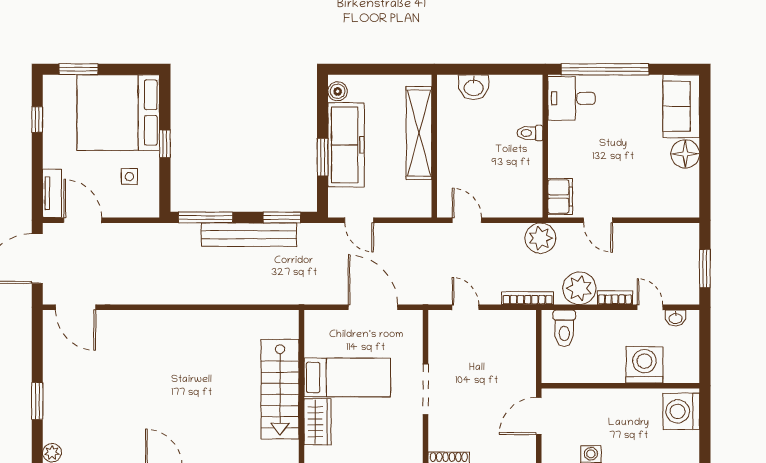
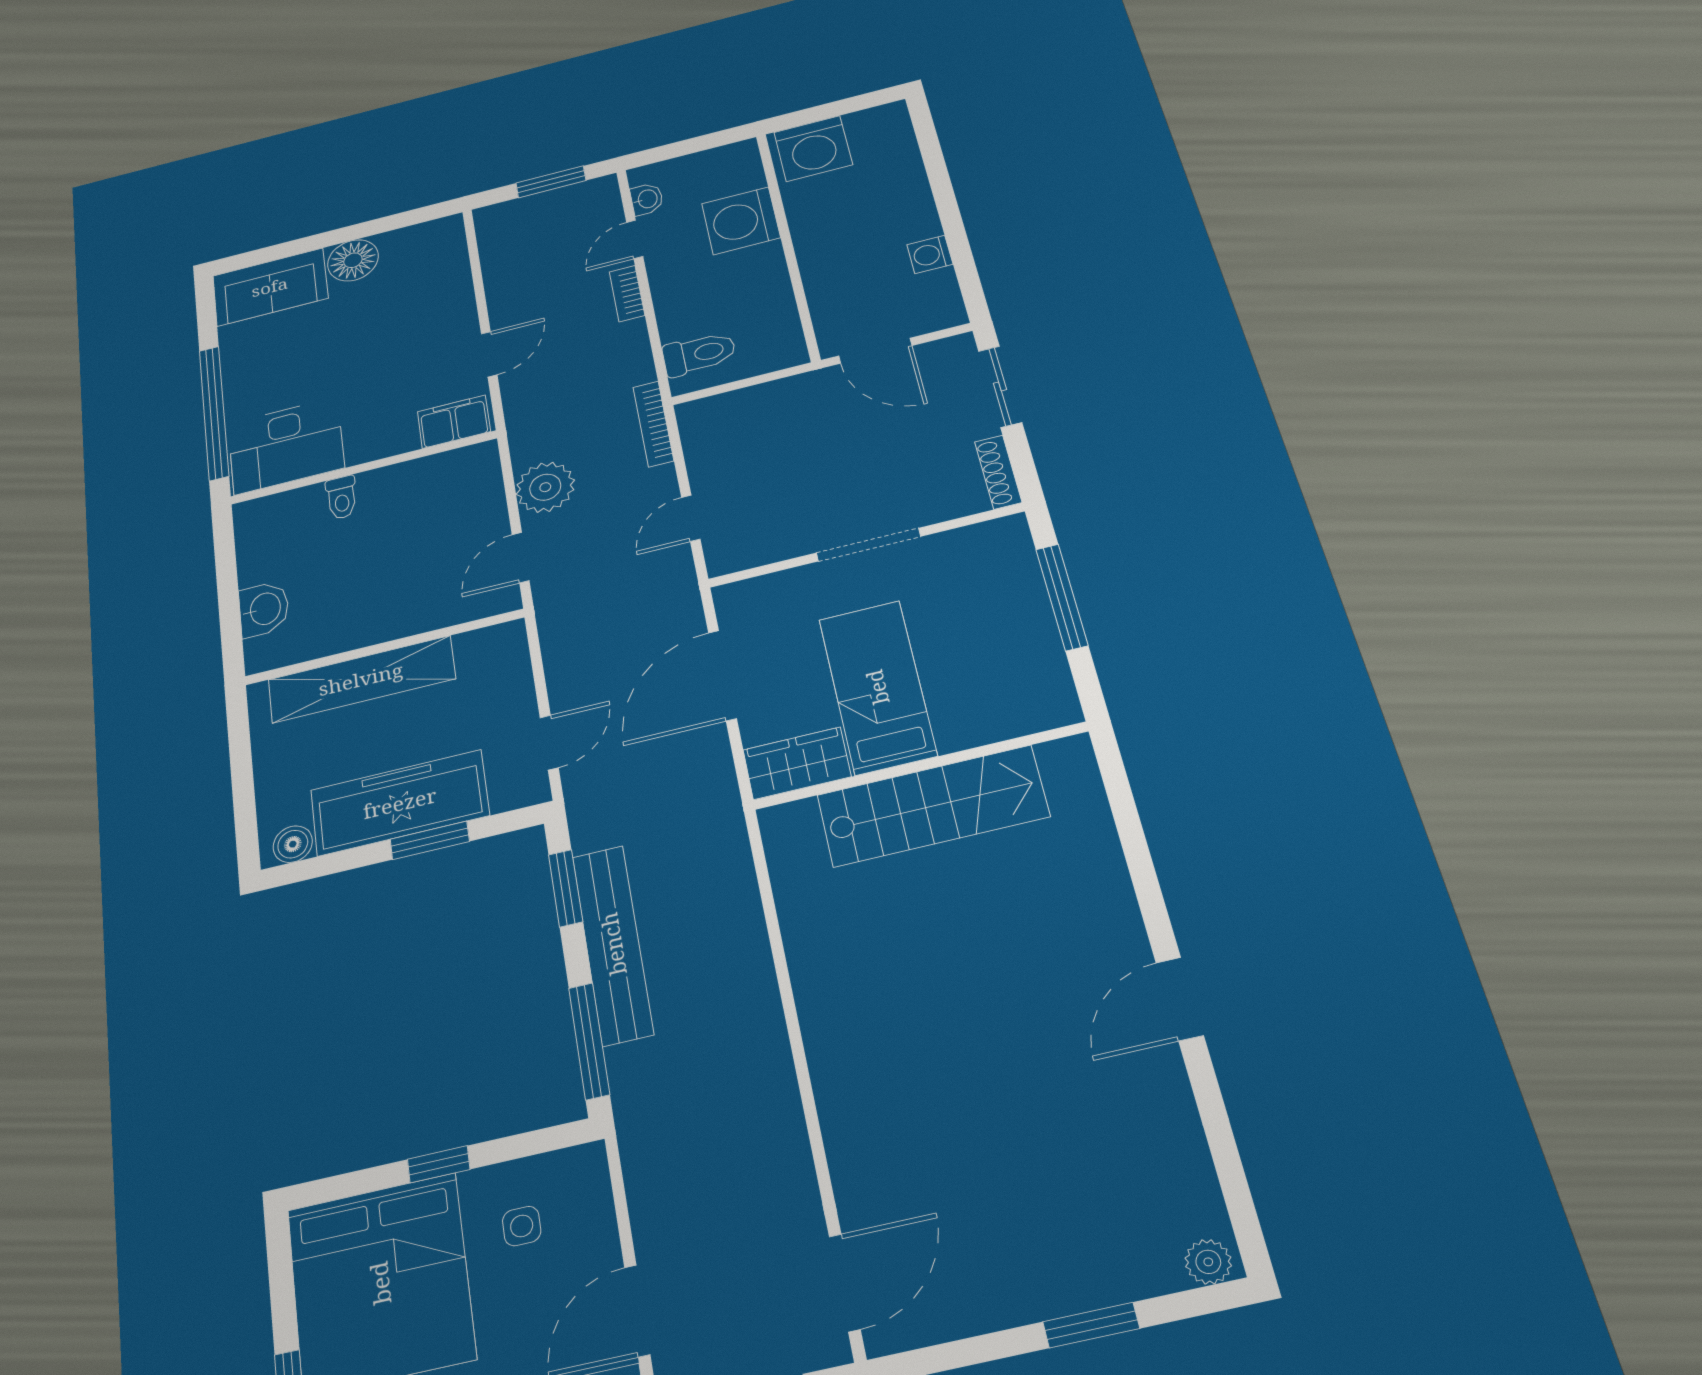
desk: (571, 98) -> (286, 446), width x1.37
plant: (540, 238) -> (545, 487), moved
plant: (579, 288) -> (620, 350), removed
wardrobe: (317, 422) -> (797, 763), moved

